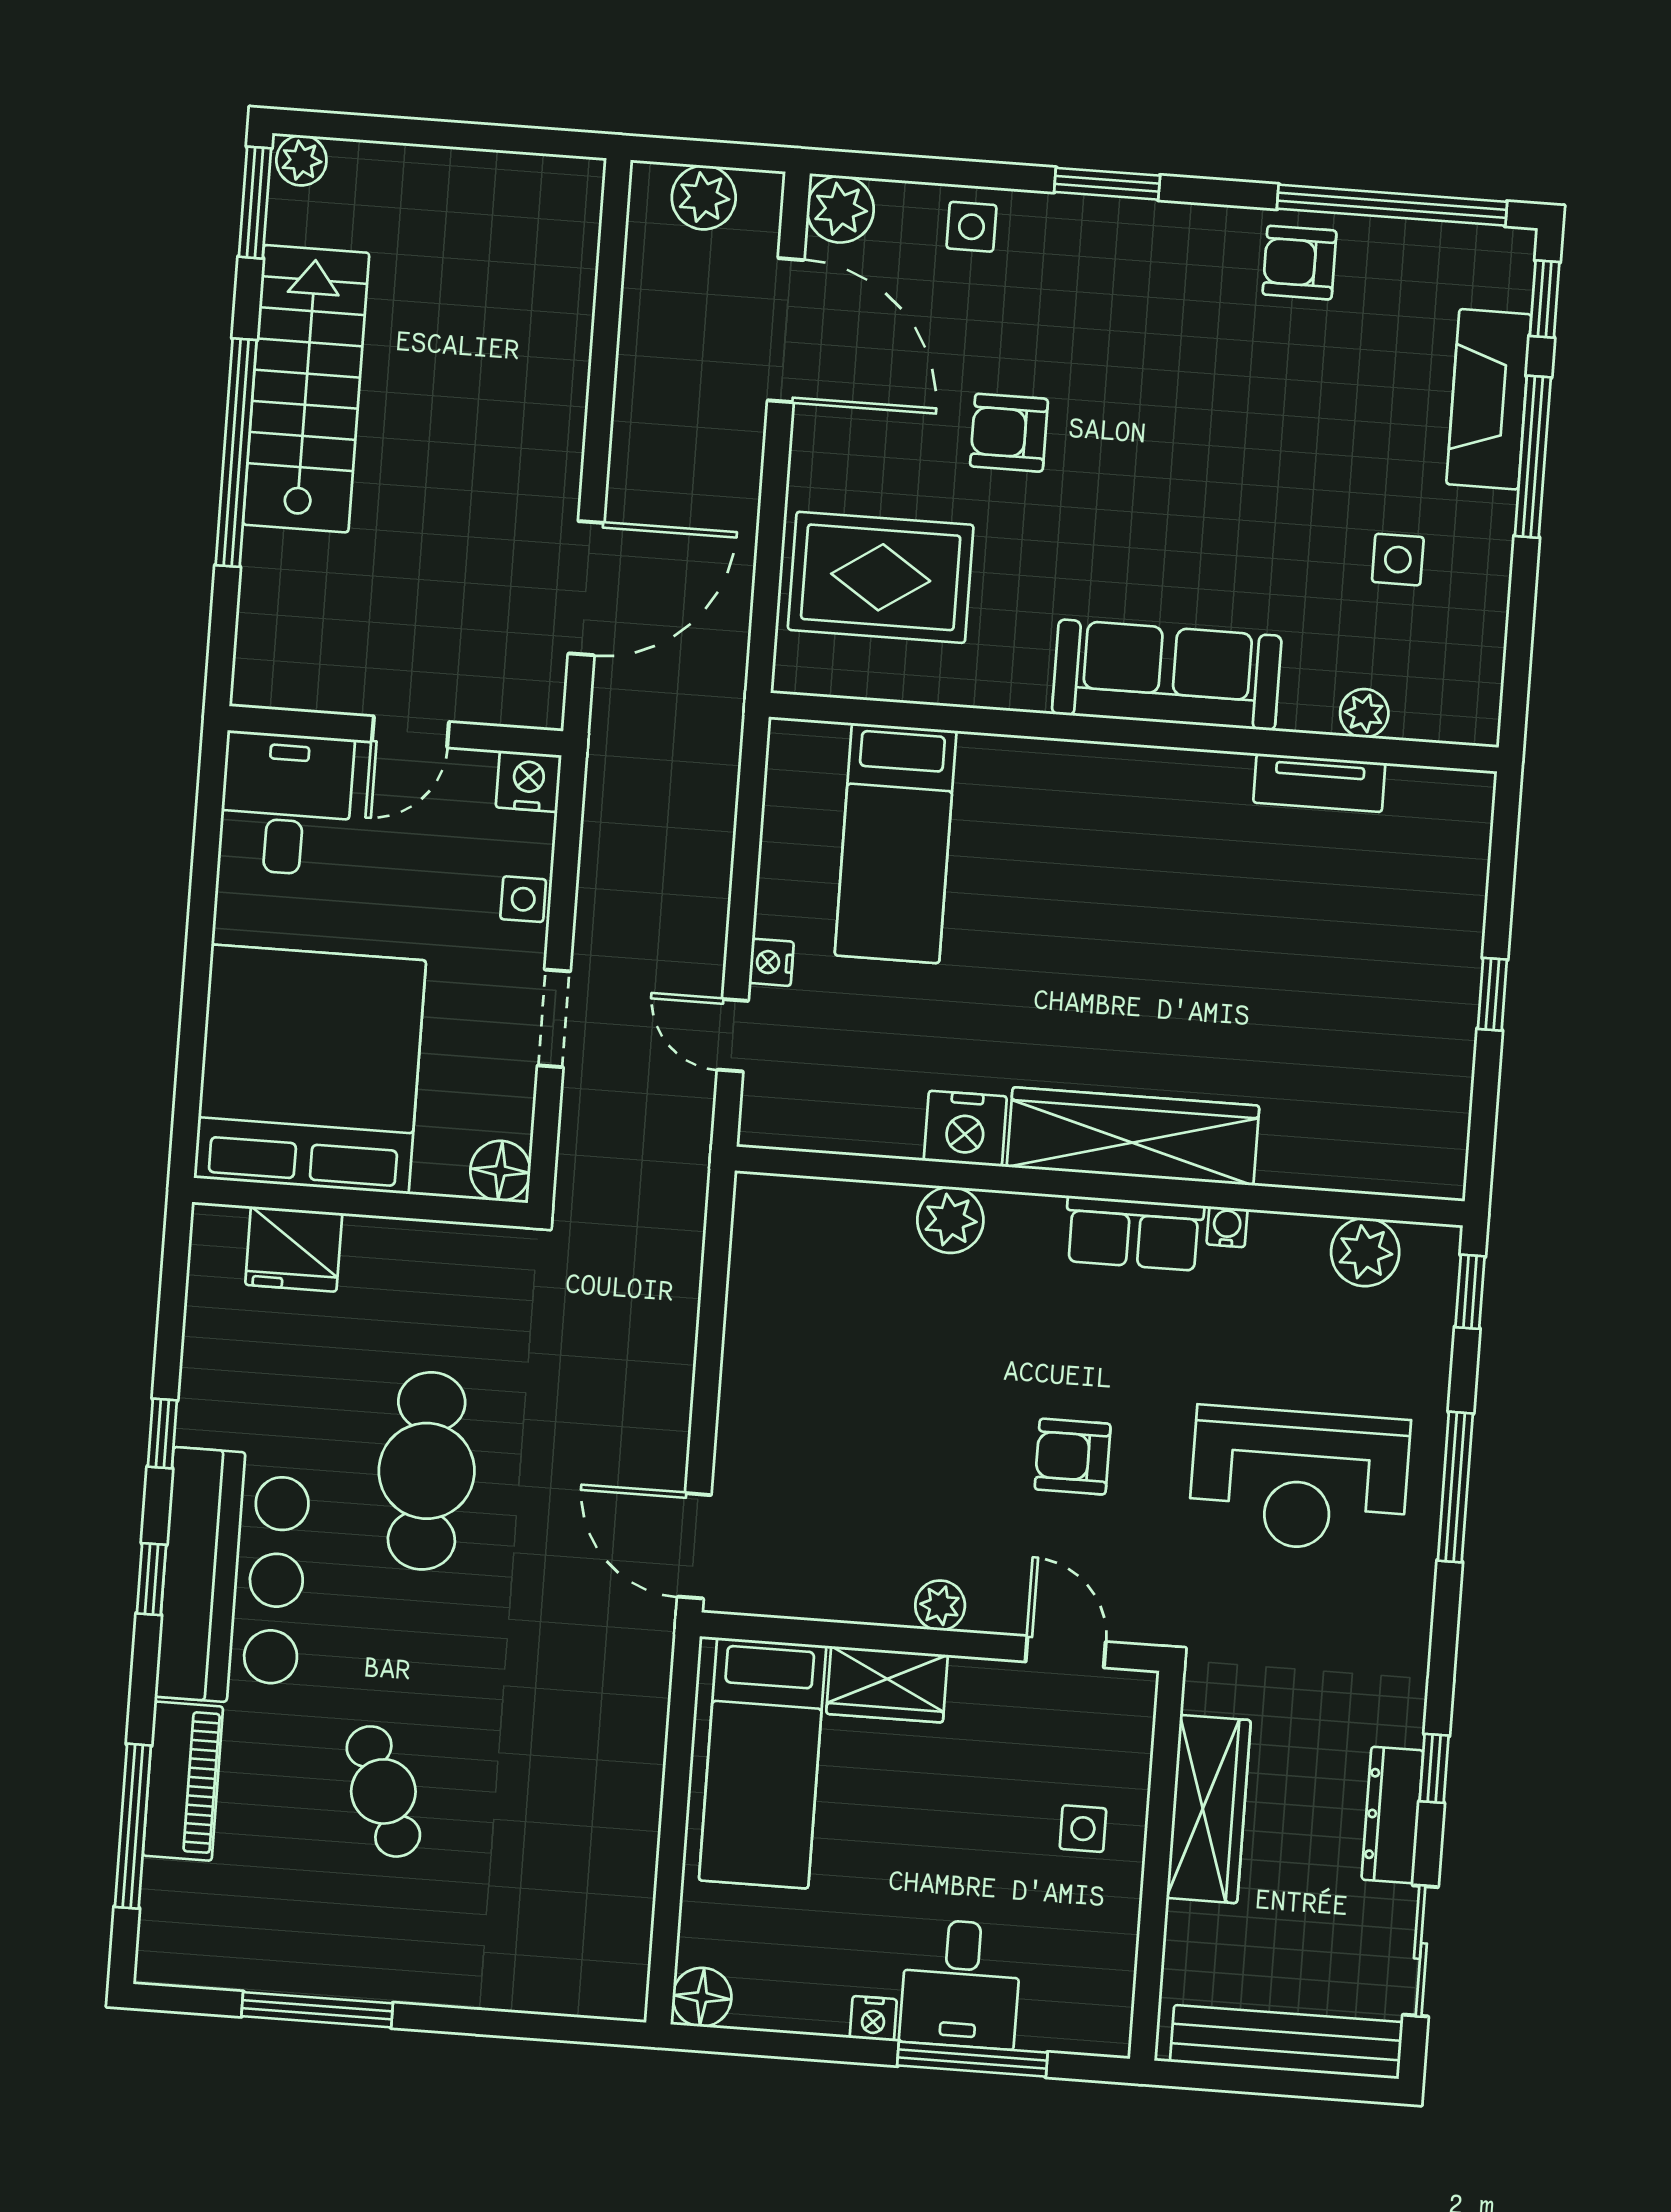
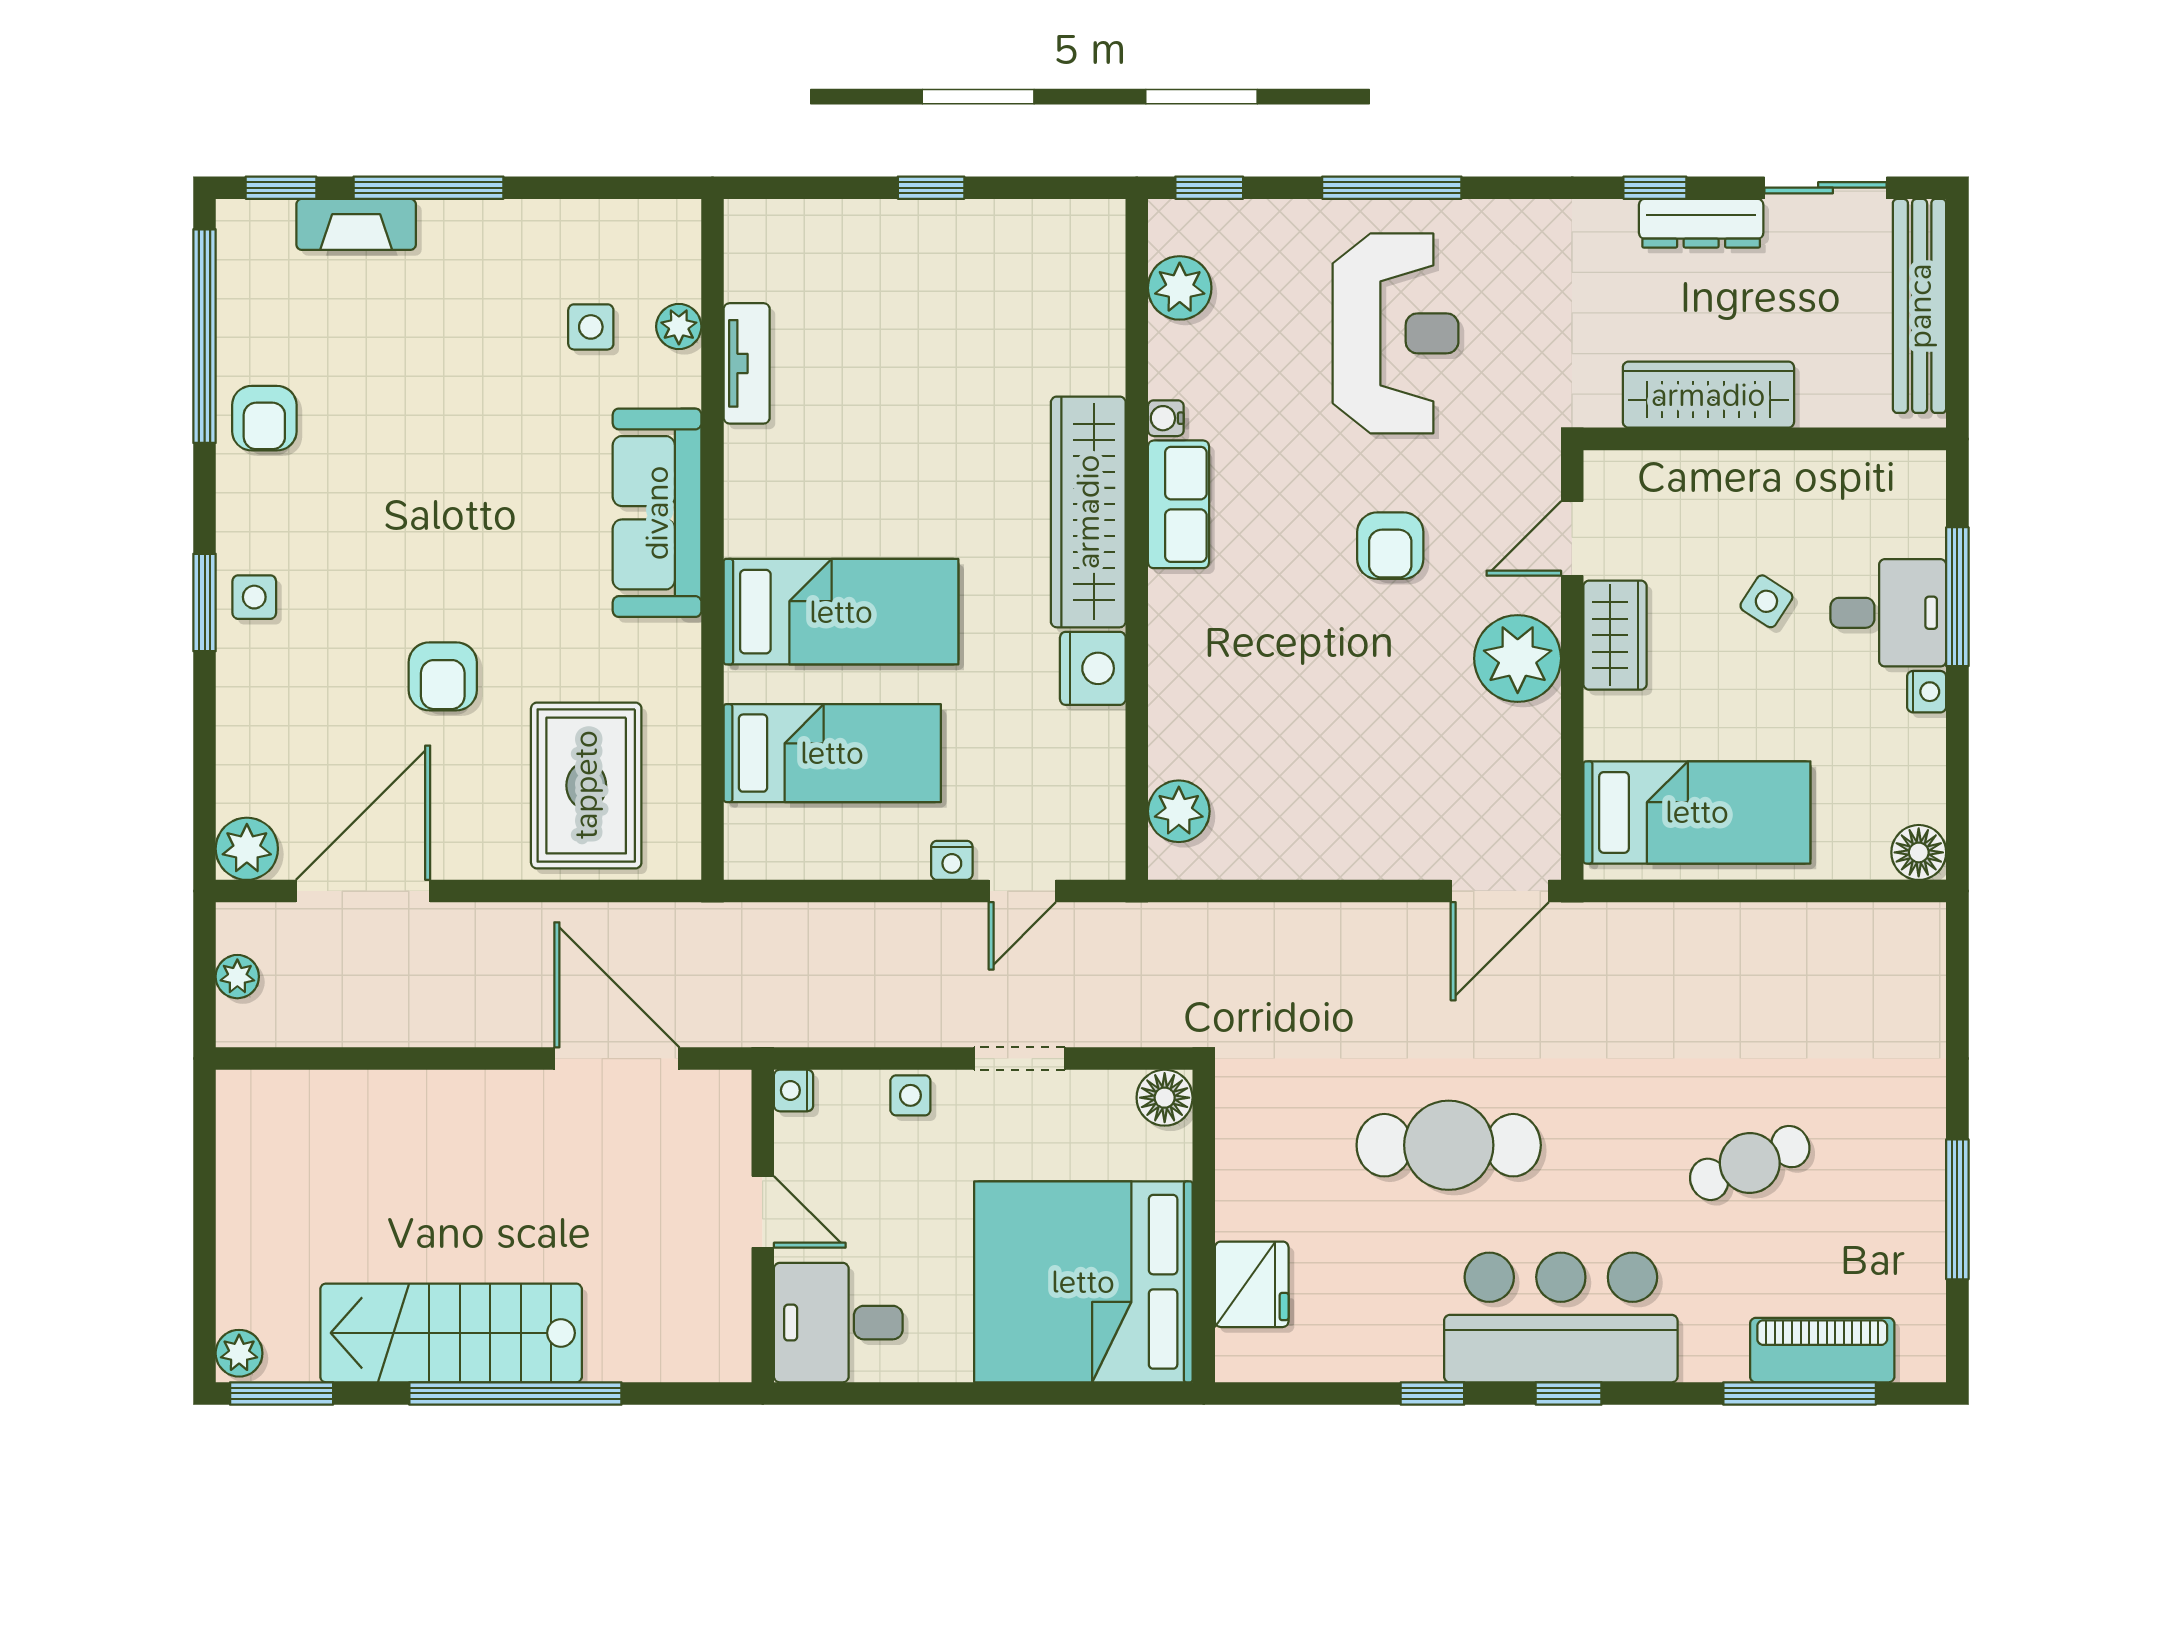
plant: (704, 197) -> (237, 977), width x0.73, depth x0.73
side table: (971, 227) -> (254, 597), moved
fireplace: (1489, 399) -> (356, 224), width x0.73, depth x0.76
side table: (1398, 560) -> (591, 327), moved
nightstand: (529, 781) -> (794, 1090), width x0.72, depth x0.74
bed: (1046, 864) -> (841, 612), added
plant: (950, 1220) -> (1179, 811), moved
plant: (940, 1605) -> (1518, 658), width x1.88, depth x1.88
wardrobe: (887, 1684) -> (1615, 635), moved
piano: (183, 1781) -> (1822, 1350), moved
side table: (1083, 1829) -> (1766, 601), moved, turned 33

